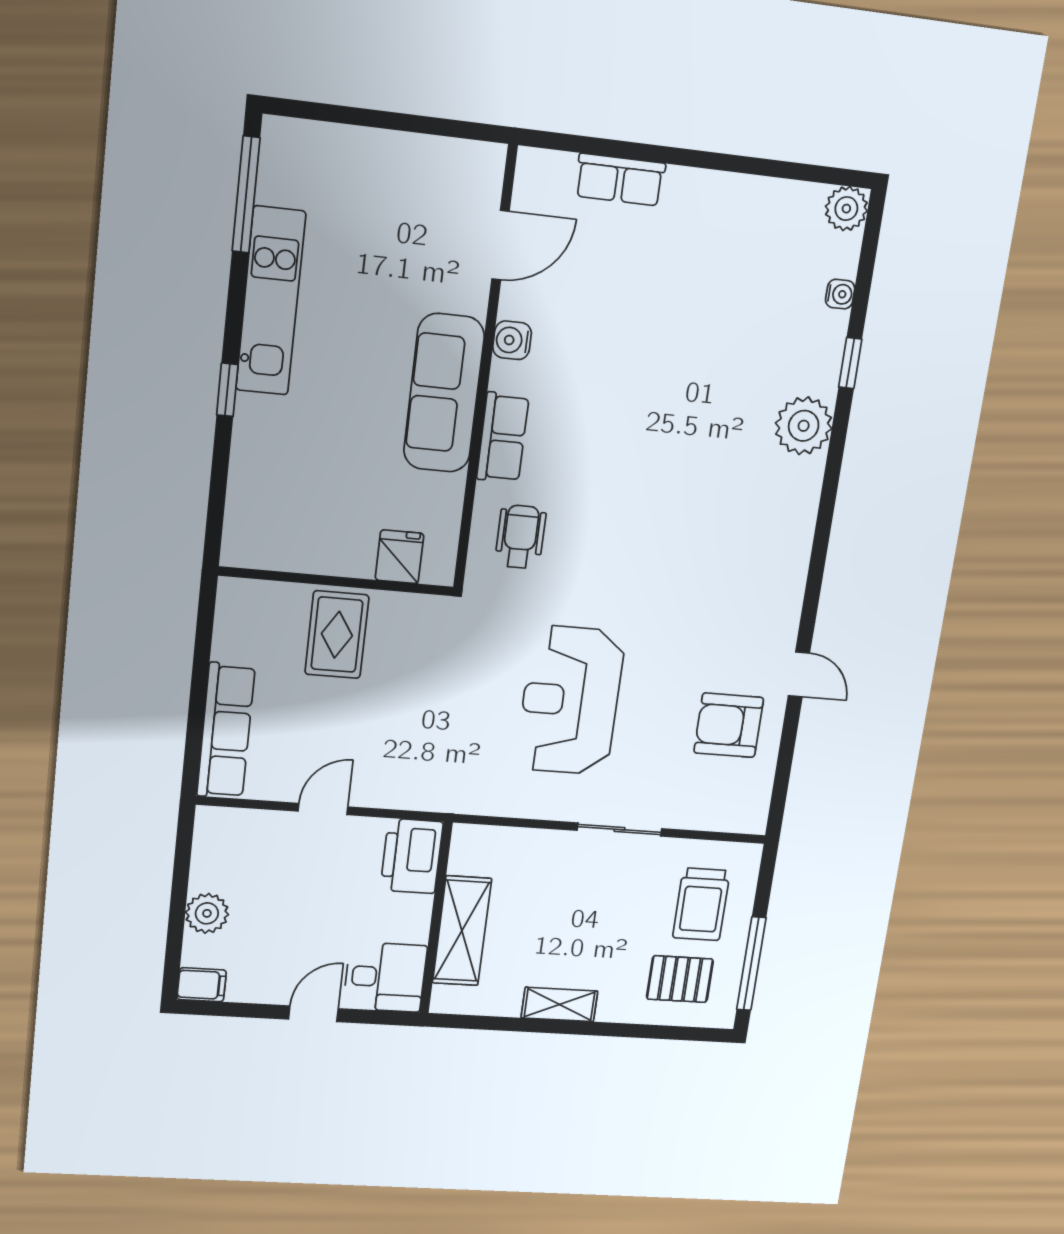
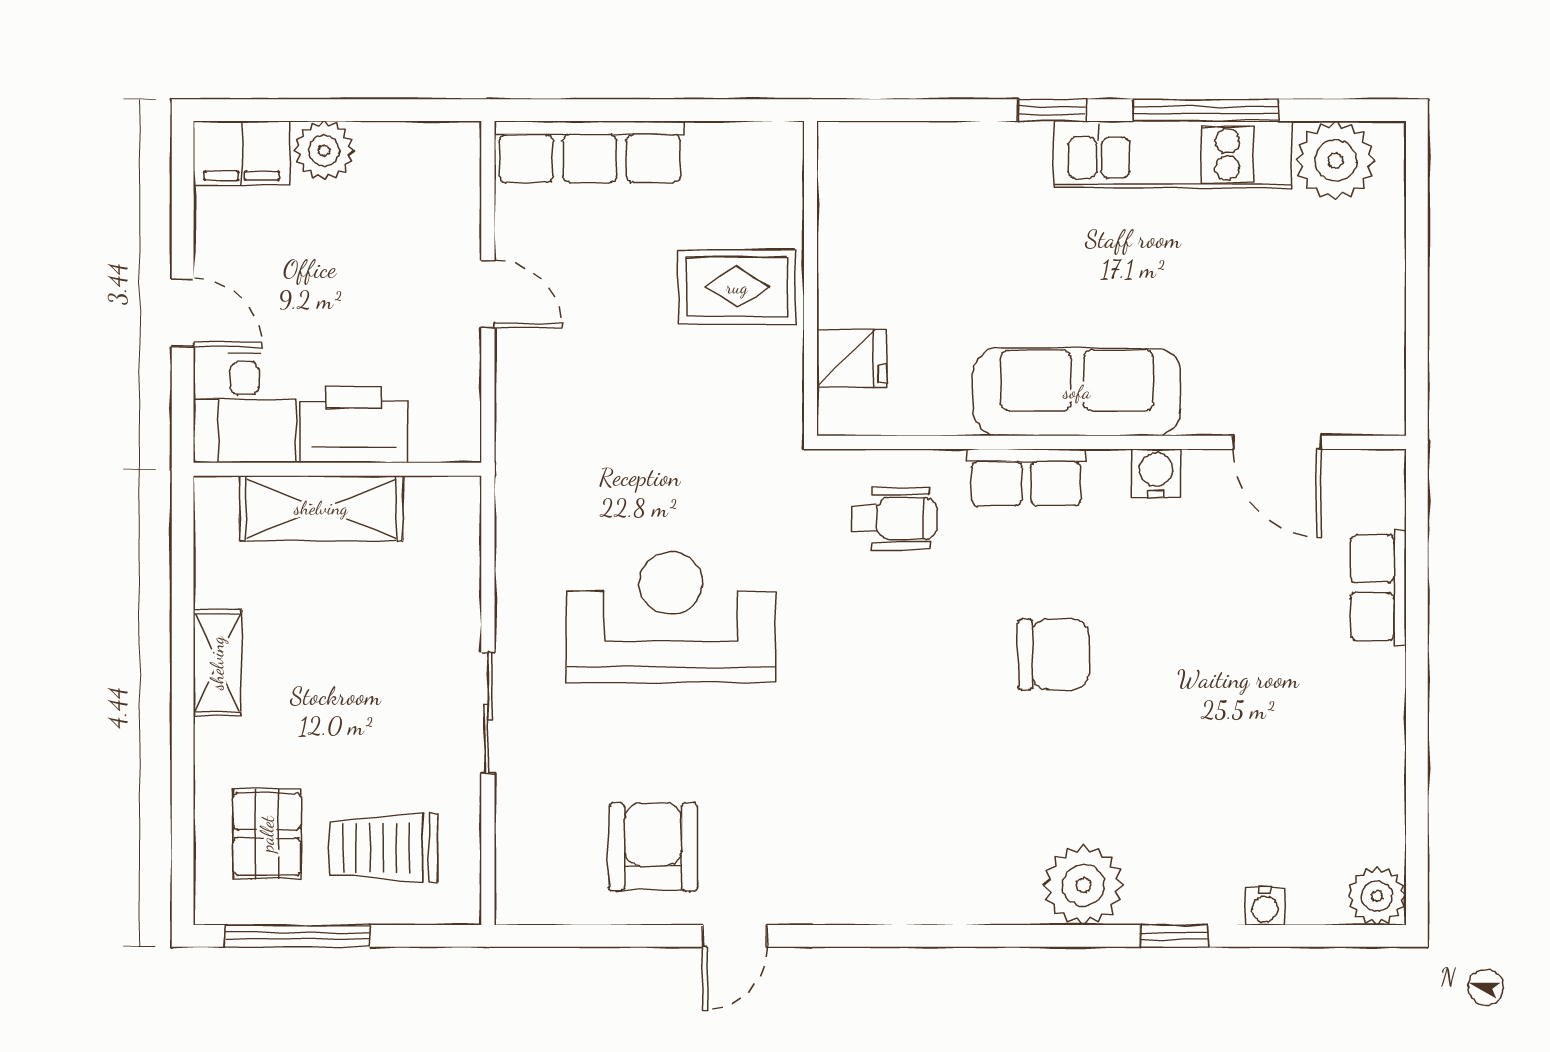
plant: (288, 174) -> (1335, 161), added
window: (246, 195) -> (1206, 110), moved
chair: (635, 430) -> (1054, 654), added
printer: (412, 856) -> (353, 424), moved
filing cabinet: (202, 985) -> (242, 153), width x2.00

